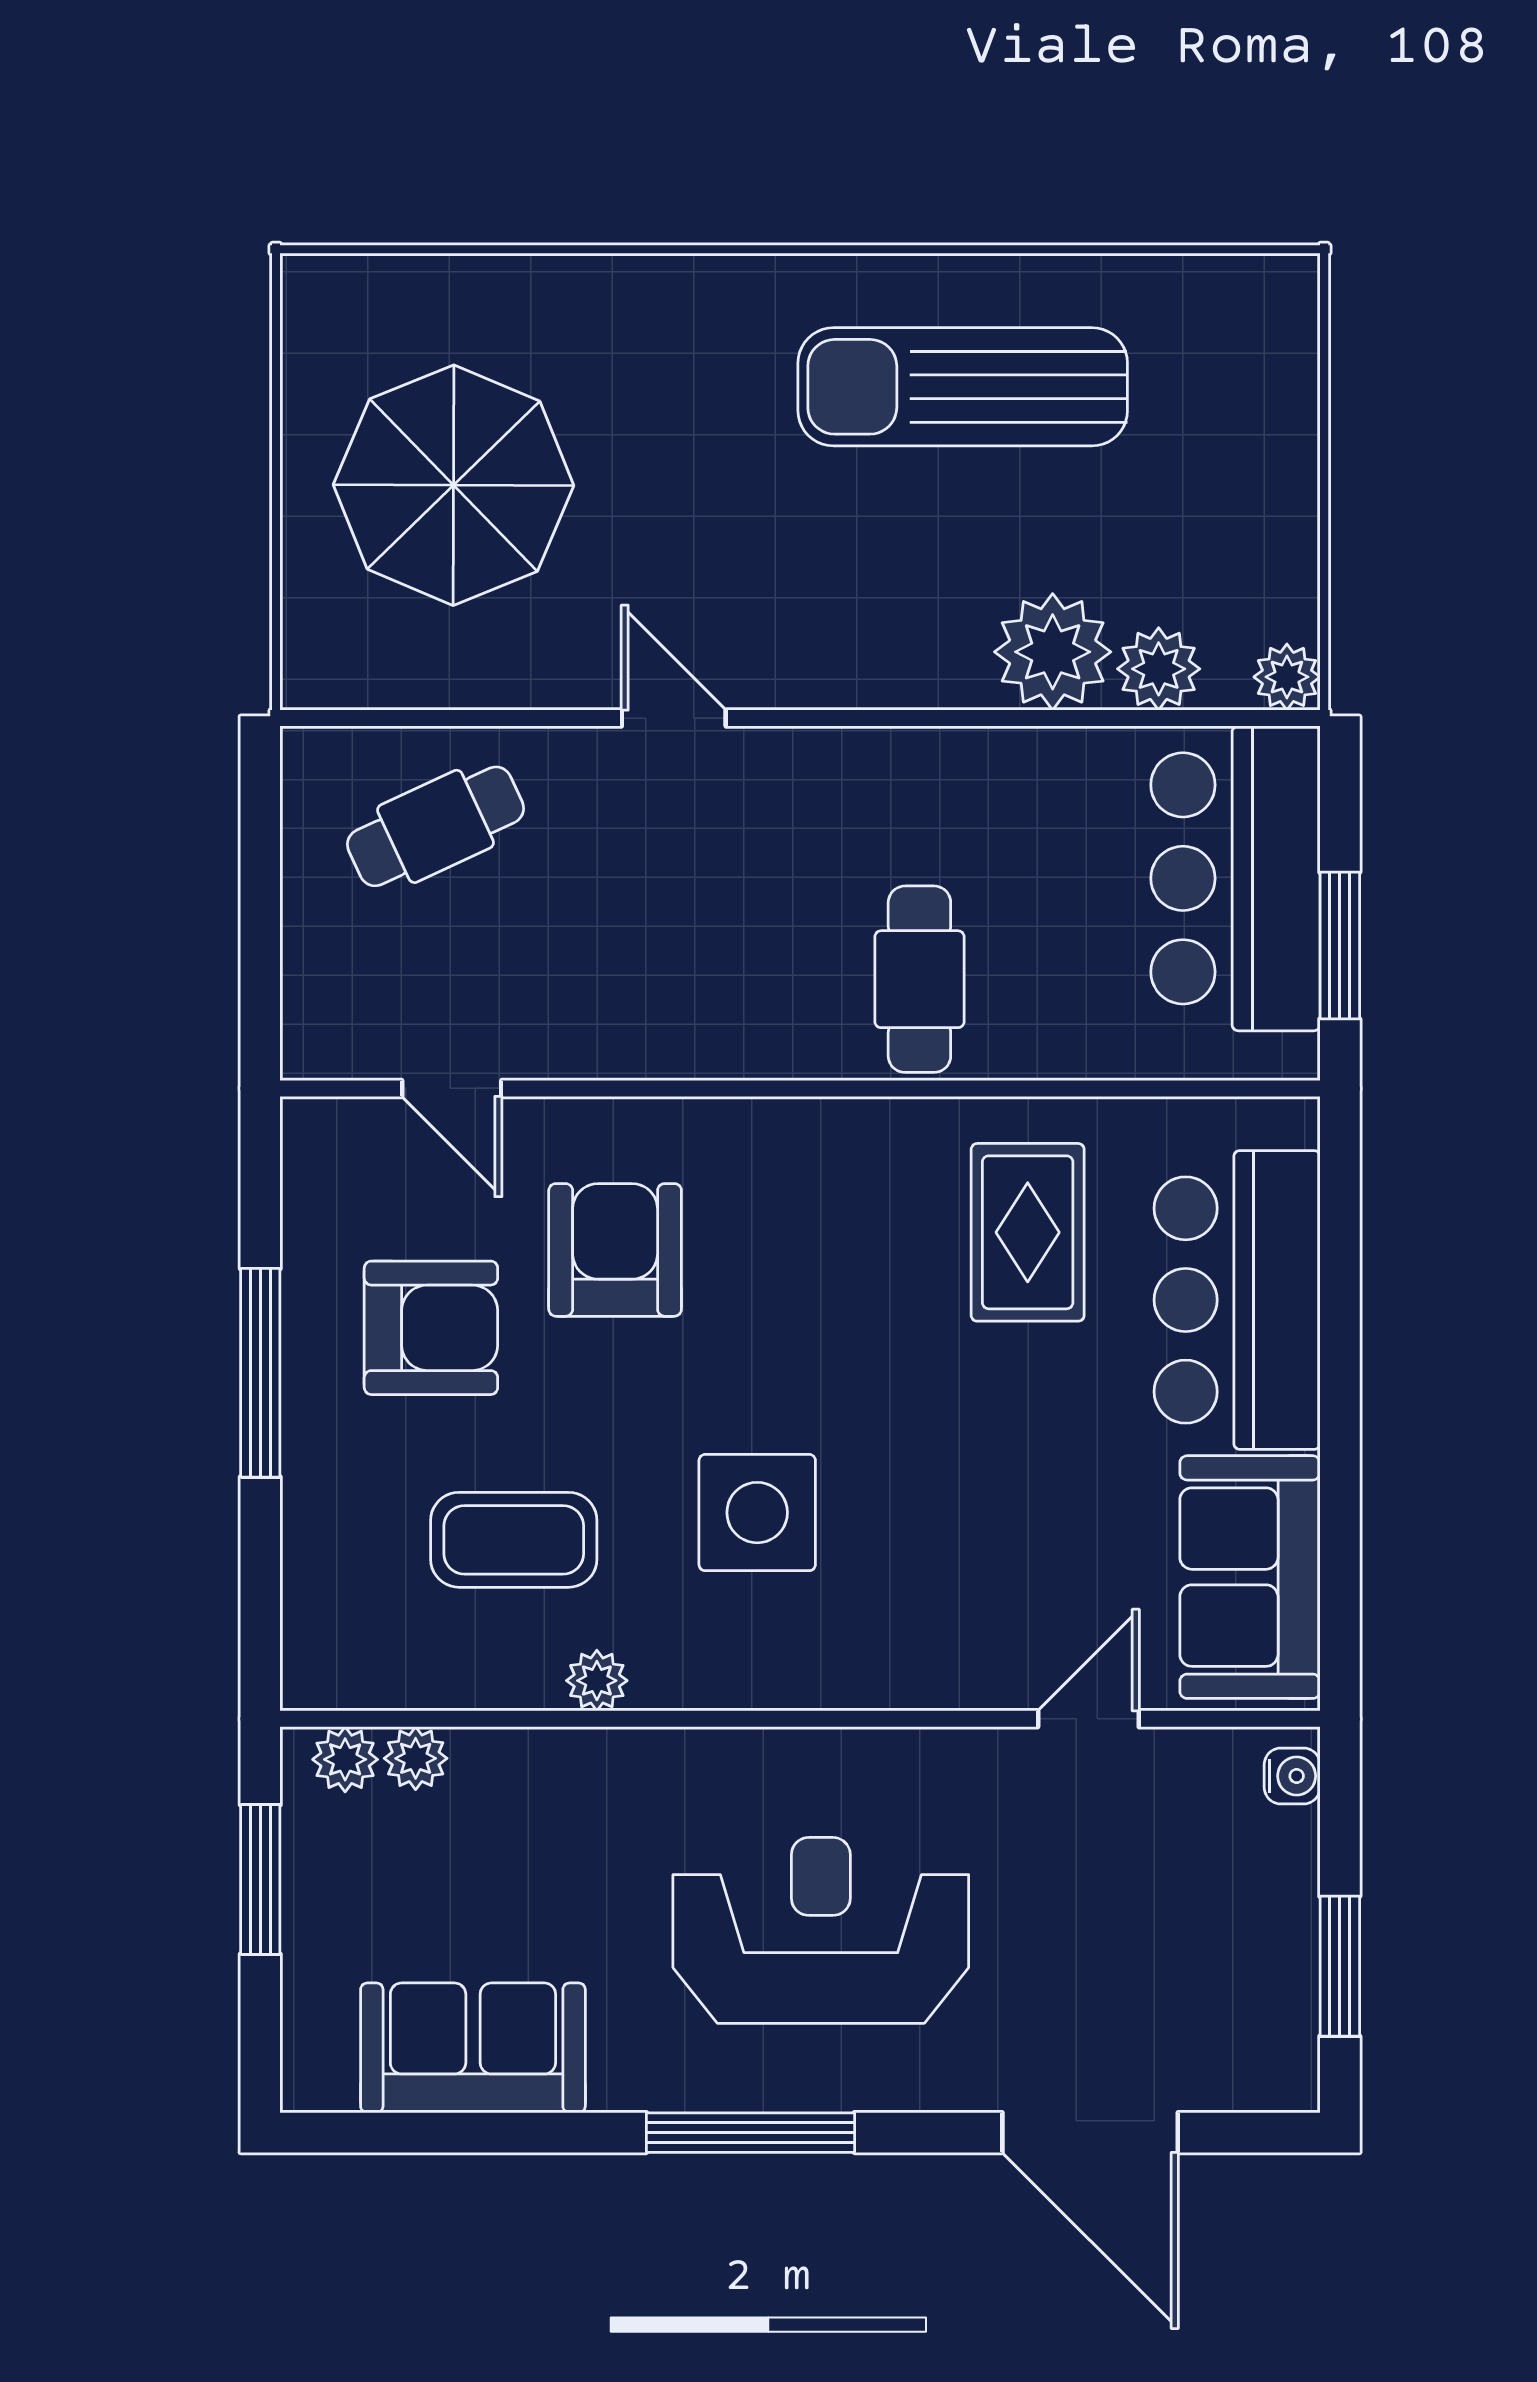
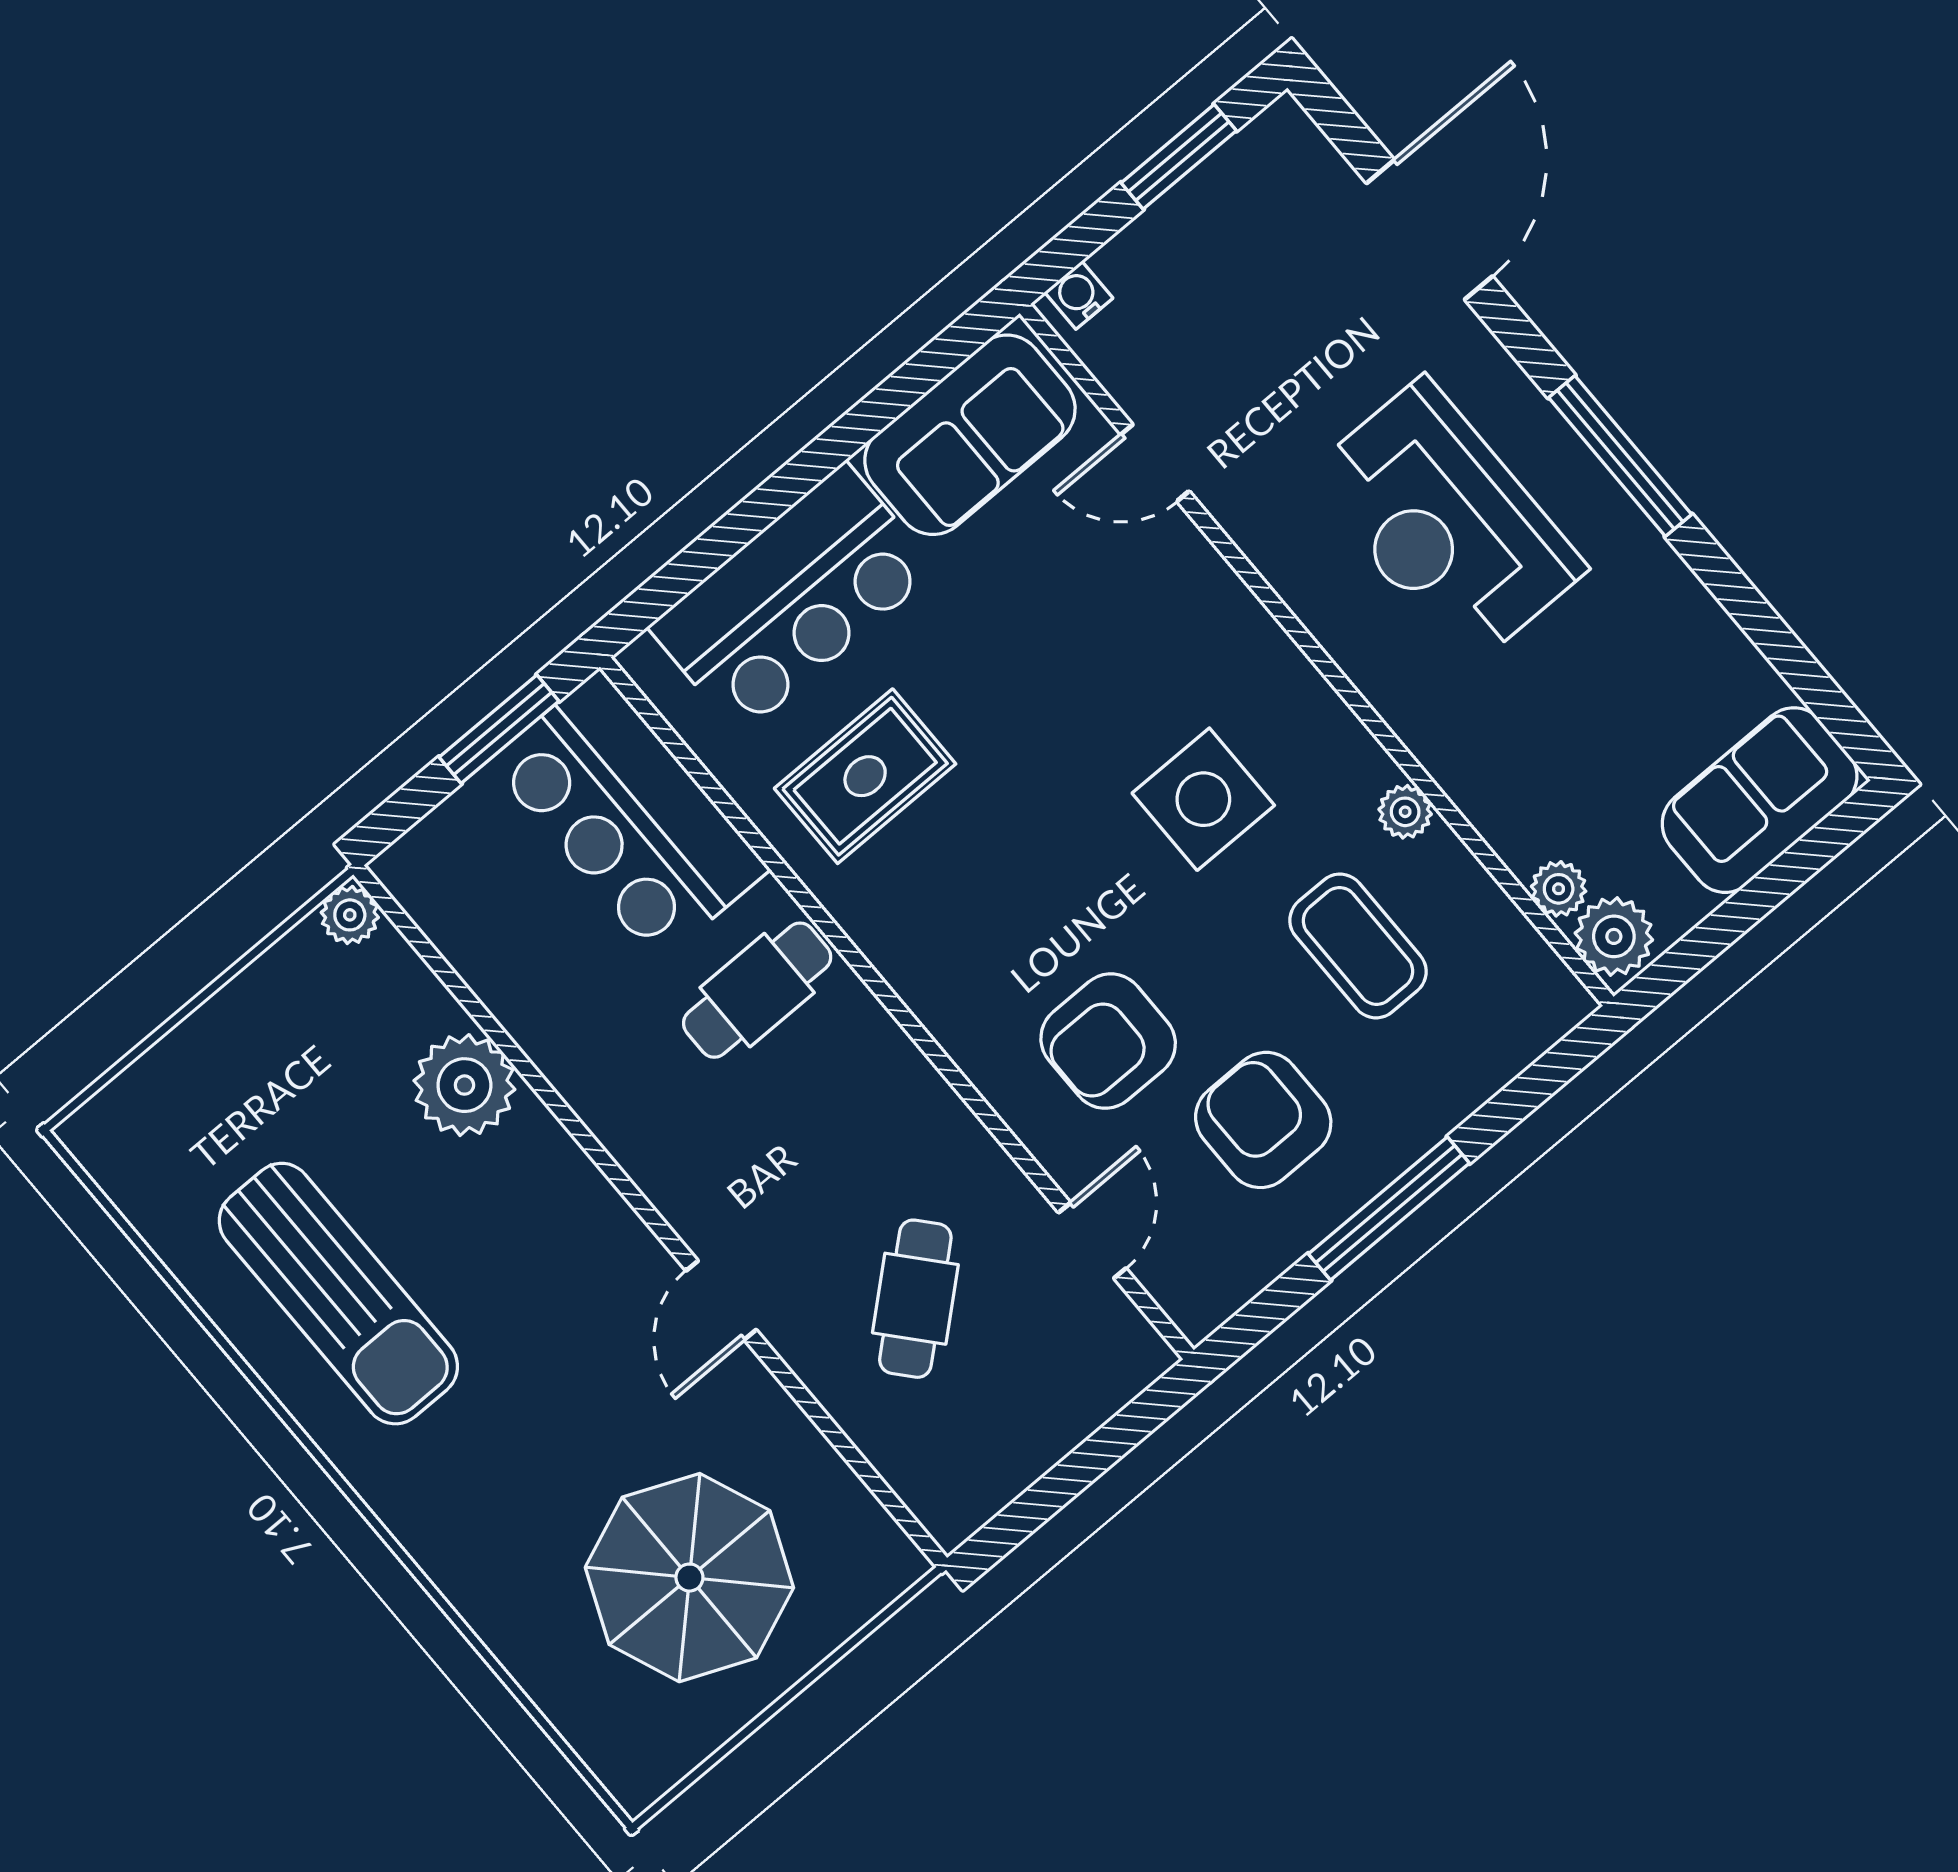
plant: (1159, 669) -> (416, 1005), removed
cafe table: (436, 826) -> (915, 1299), moved, turned 74
bar counter: (1235, 878) -> (629, 815), moved, turned 90
plant: (345, 1759) -> (1614, 936), width x1.38, depth x1.38
window: (260, 1880) -> (1726, 924), removed
sofa: (473, 2048) -> (1760, 800), moved, turned 90

